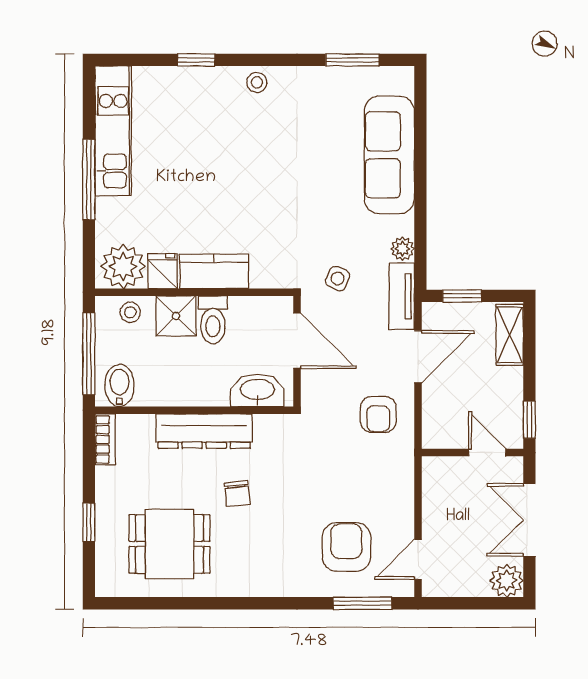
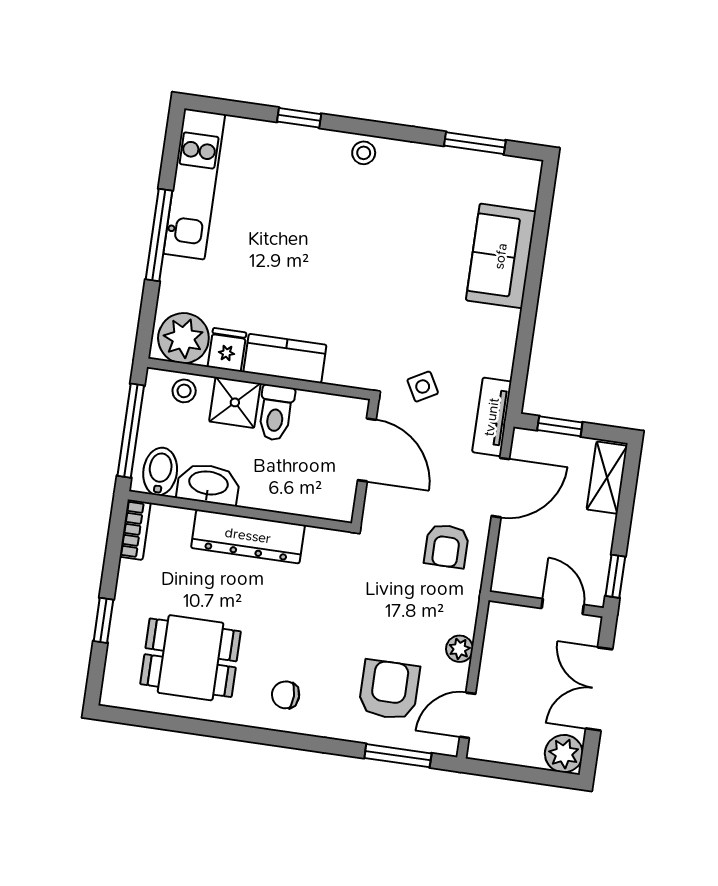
sofa: (389, 155) -> (501, 256), width x0.73
plant: (403, 249) -> (460, 649), moved
side table: (338, 279) -> (423, 387), turned 36
washbasin: (257, 390) -> (208, 484), moved
chair: (237, 493) -> (286, 695), moved, turned 96

